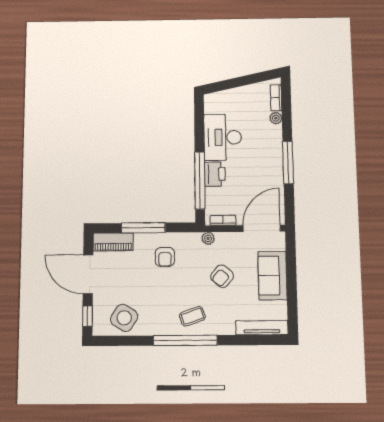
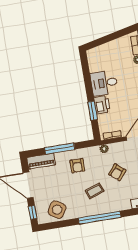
desk: (223, 137) -> (104, 83), width x0.73
window: (200, 180) -> (93, 111), width x0.47
coffee table: (192, 316) -> (95, 191), moved

